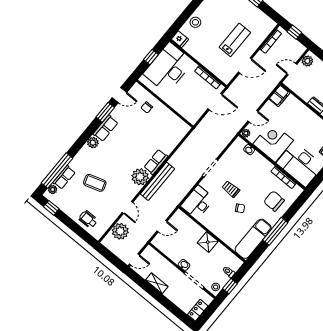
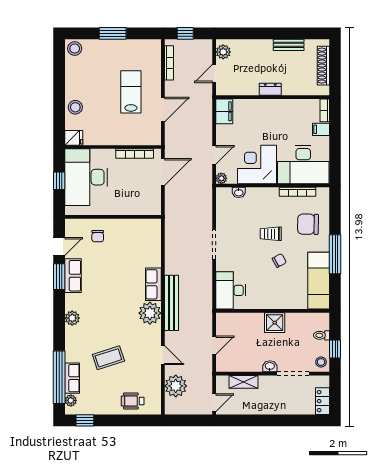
row of seats: (106, 128) -> (73, 276), moved
trolley: (231, 189) -> (271, 234), moved
shelving: (157, 283) -> (244, 382), moved

